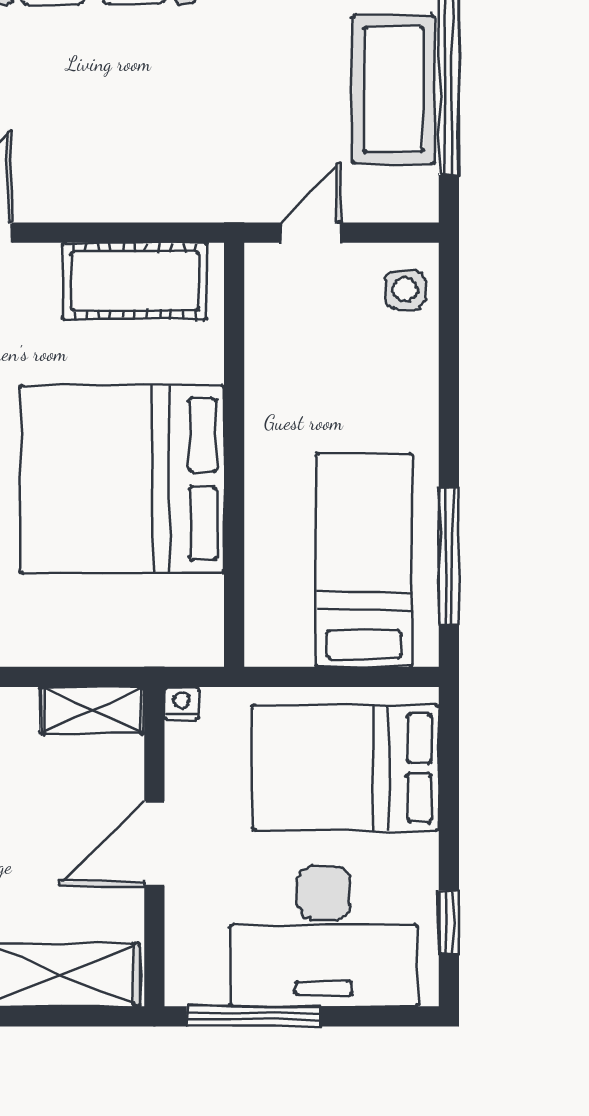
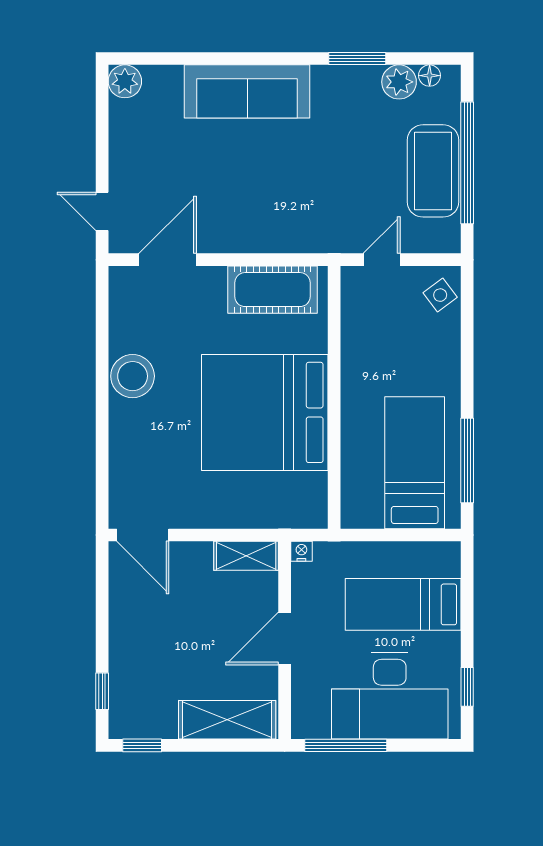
side table: (405, 290) -> (440, 295), turned -37
bed: (346, 768) -> (403, 604), width x0.67

